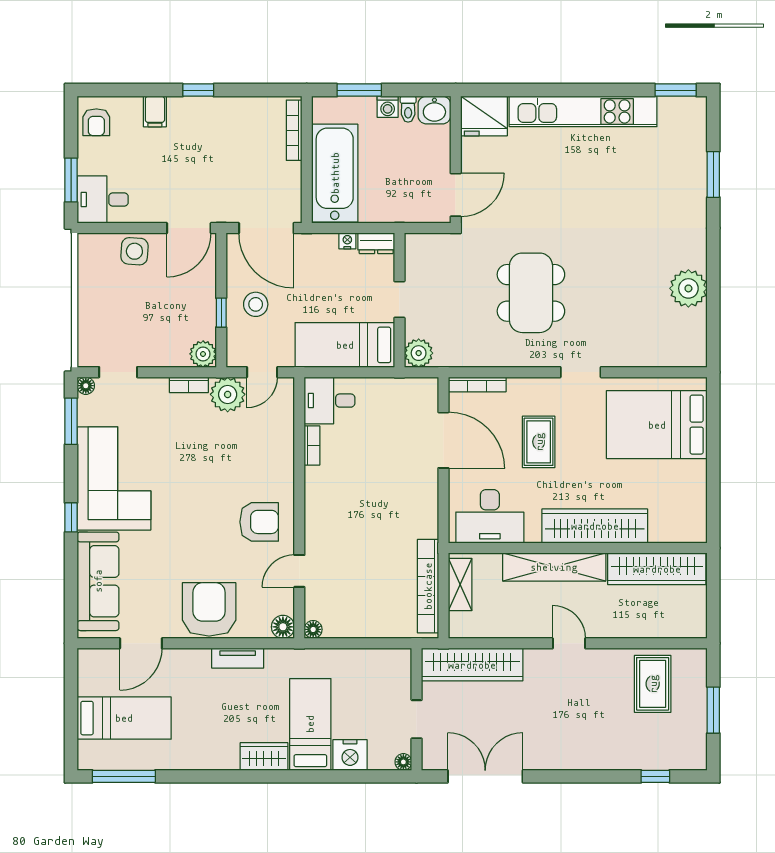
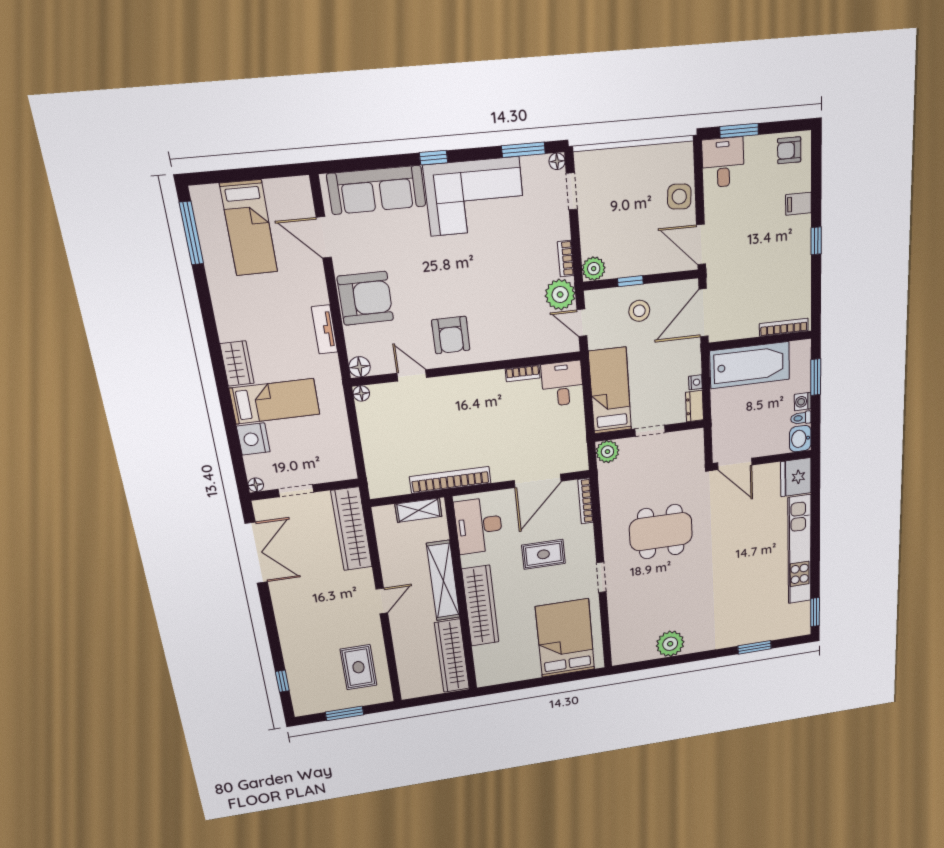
bookcase: (428, 586) -> (450, 480), moved
rug: (653, 684) -> (358, 667), turned 90

